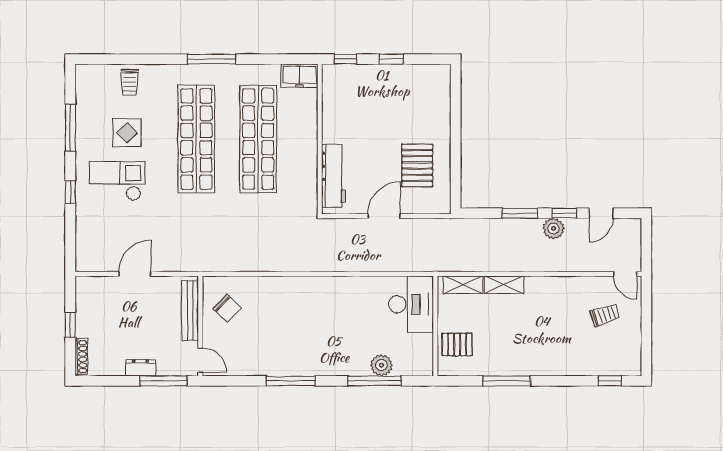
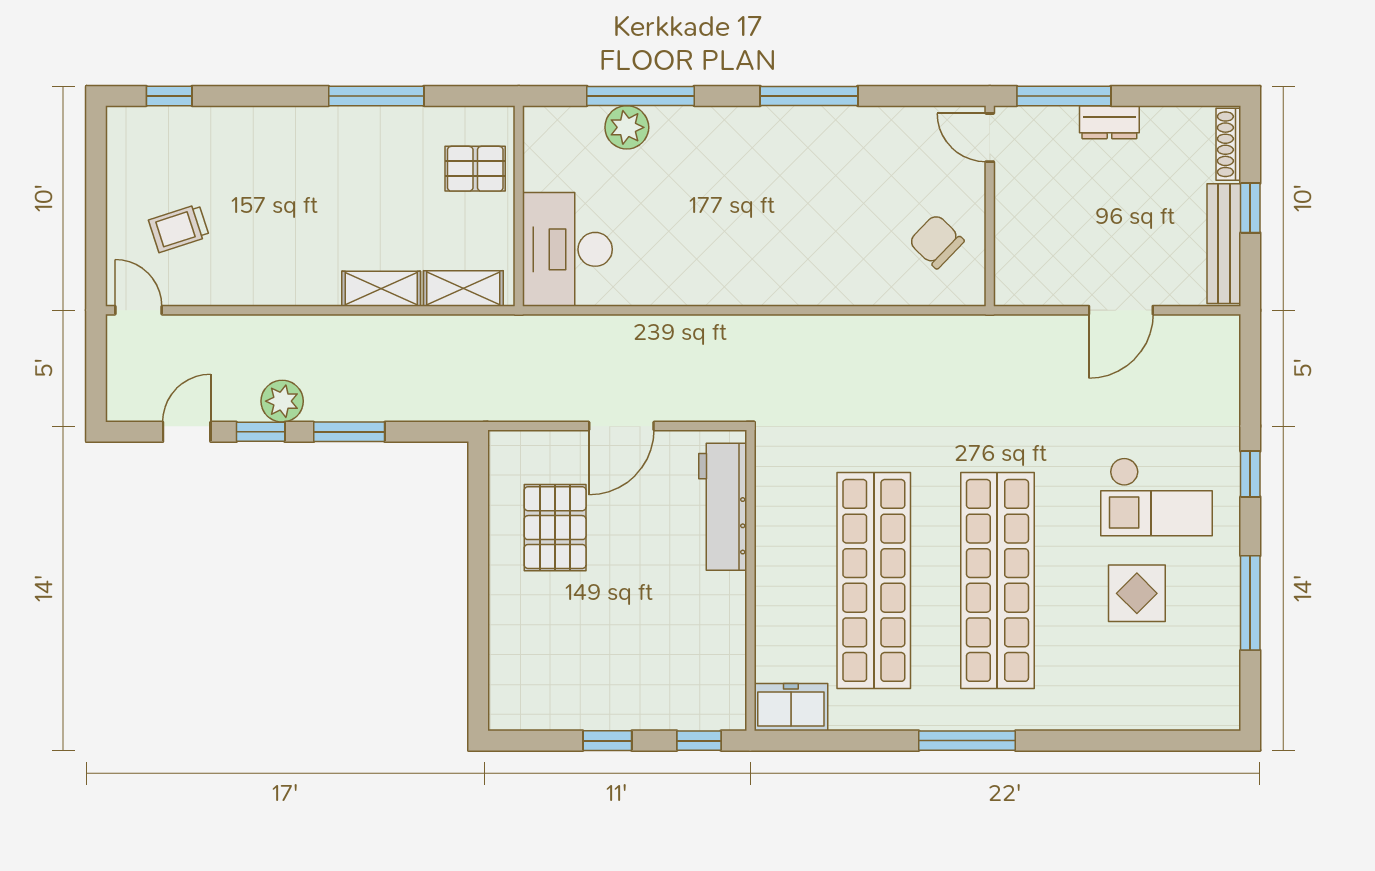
trolley: (130, 82) -> (1132, 694), removed
bench: (190, 310) -> (1224, 244), moved

